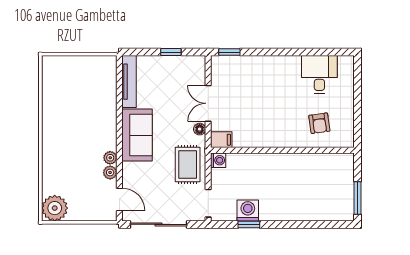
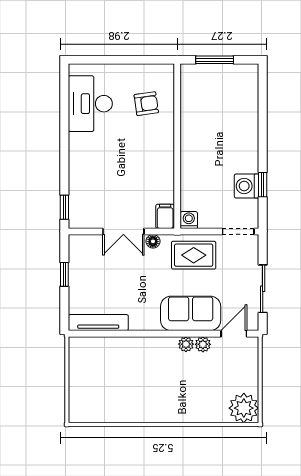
desk: (319, 75) -> (90, 104), width x1.37
sofa: (137, 135) -> (191, 313), moved
window: (358, 198) -> (215, 60), moved
sliding door: (158, 224) -> (263, 289), width x0.73

